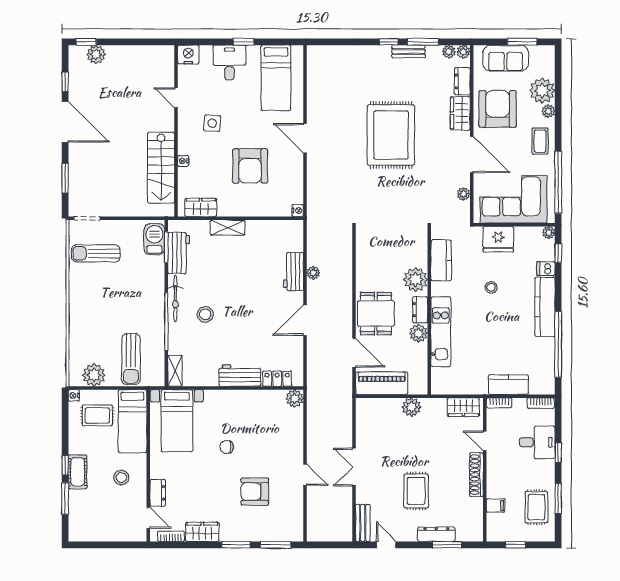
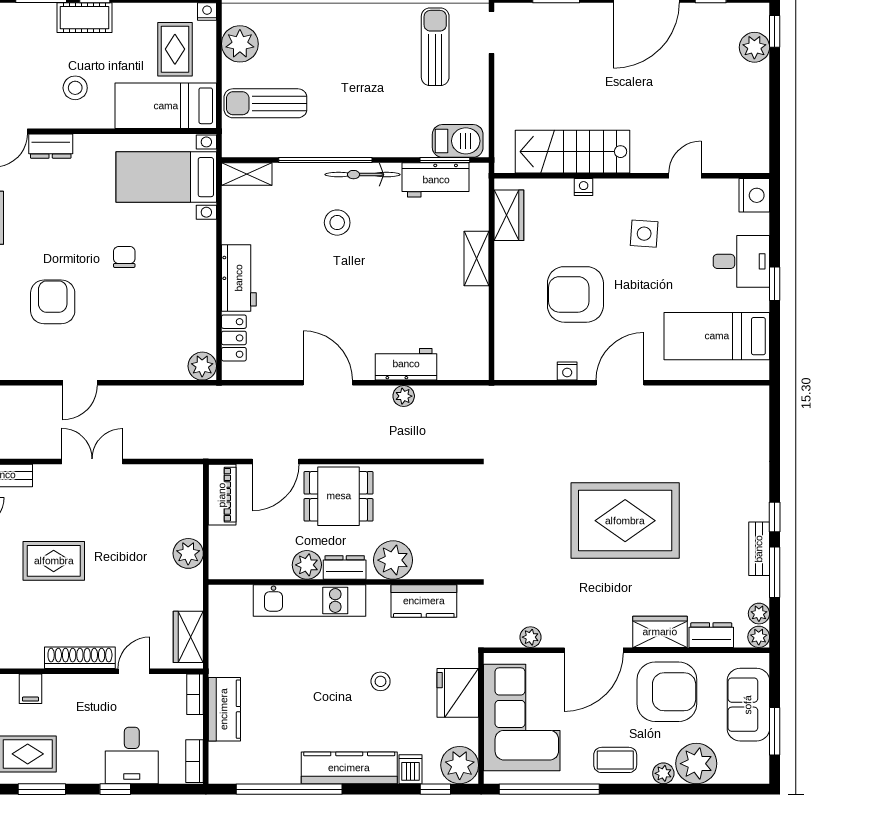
nightstand: (298, 210) -> (567, 371), moved
plant: (549, 233) -> (460, 765), width x1.87, depth x1.87
piano: (382, 383) -> (222, 495), width x0.73, depth x0.75

